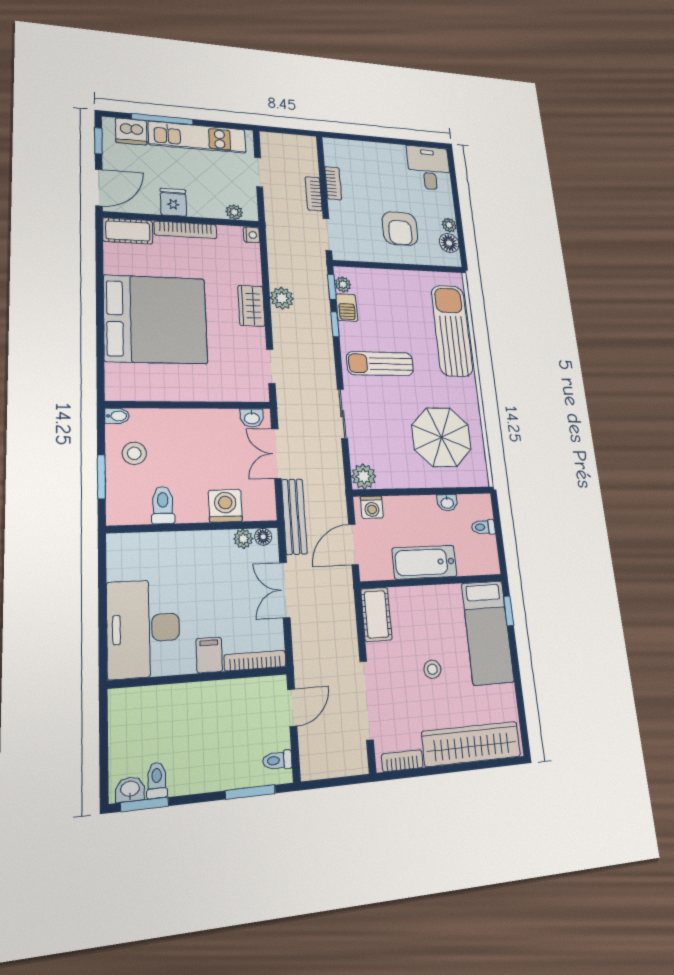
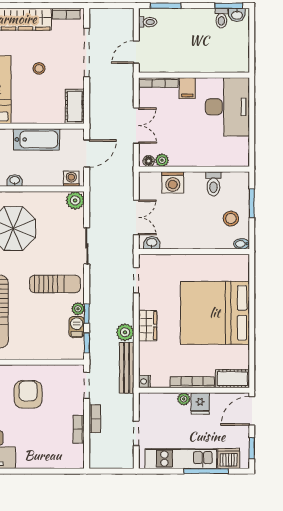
plant: (234, 212) -> (184, 399), moved
plant: (343, 284) -> (78, 309), moved
bench: (294, 516) -> (127, 368), moved

